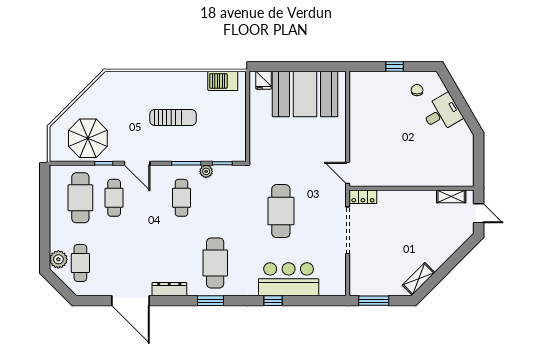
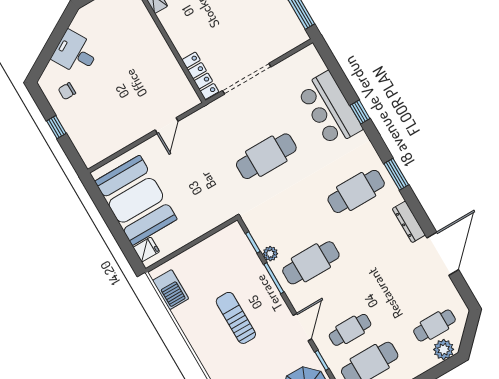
door: (348, 173) -> (167, 126), moved
locker: (363, 197) -> (200, 76), width x1.53
cafe table: (181, 198) -> (311, 263), width x1.37, depth x1.35

